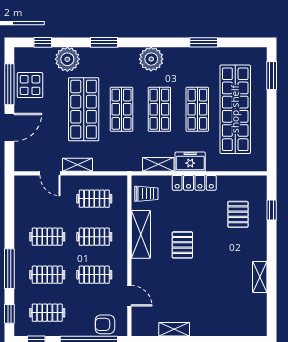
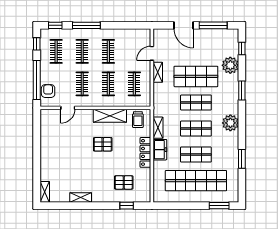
display table: (30, 85) -> (213, 40), removed
shelving: (174, 329) -> (45, 192), moved

